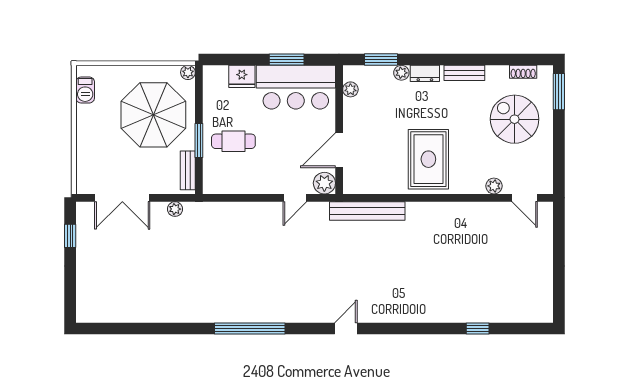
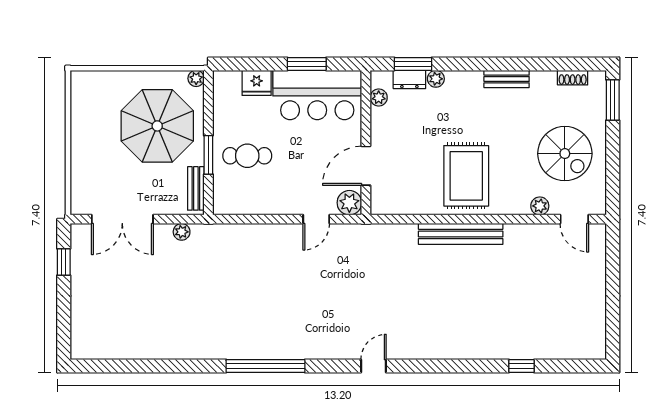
dresser: (425, 73) -> (409, 79), moved
barbecue: (85, 90) -> (81, 98), removed
spiral stairs: (515, 119) -> (565, 154), moved, turned 180
bench: (367, 211) -> (461, 234), moved

